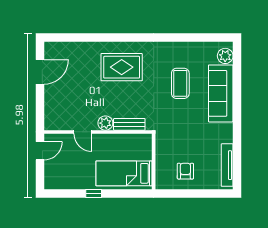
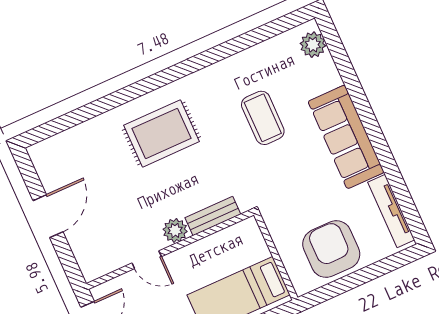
door: (40, 72) -> (48, 216), moved
sofa: (221, 93) -> (346, 137), moved
armchair: (185, 171) -> (331, 249), width x1.88, depth x1.88

